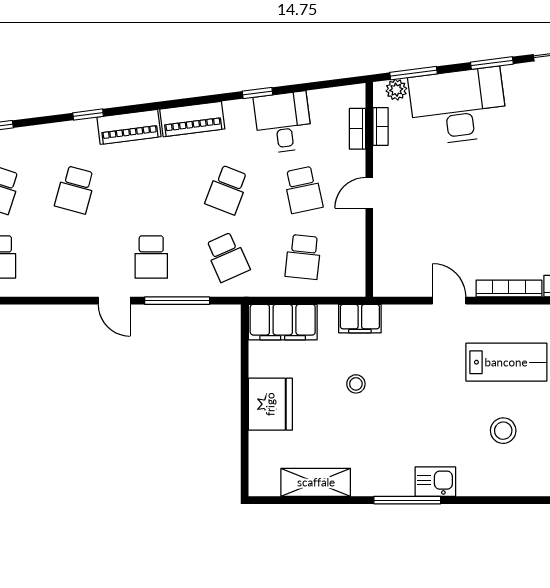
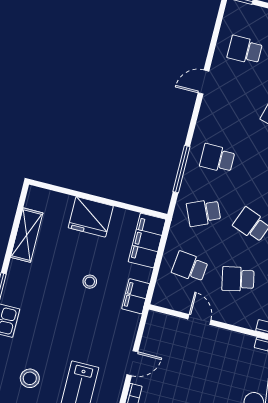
door: (369, 193) -> (200, 320), moved
door: (114, 301) -> (203, 82), moved

